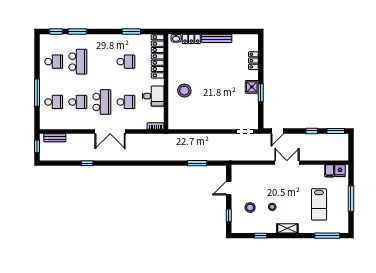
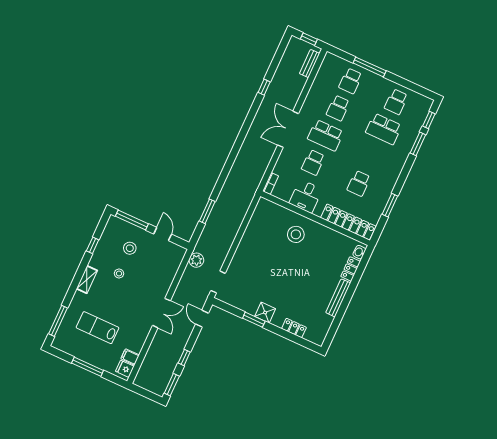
plant: (236, 155) -> (196, 260), added
window: (229, 215) -> (132, 220), width x2.17

